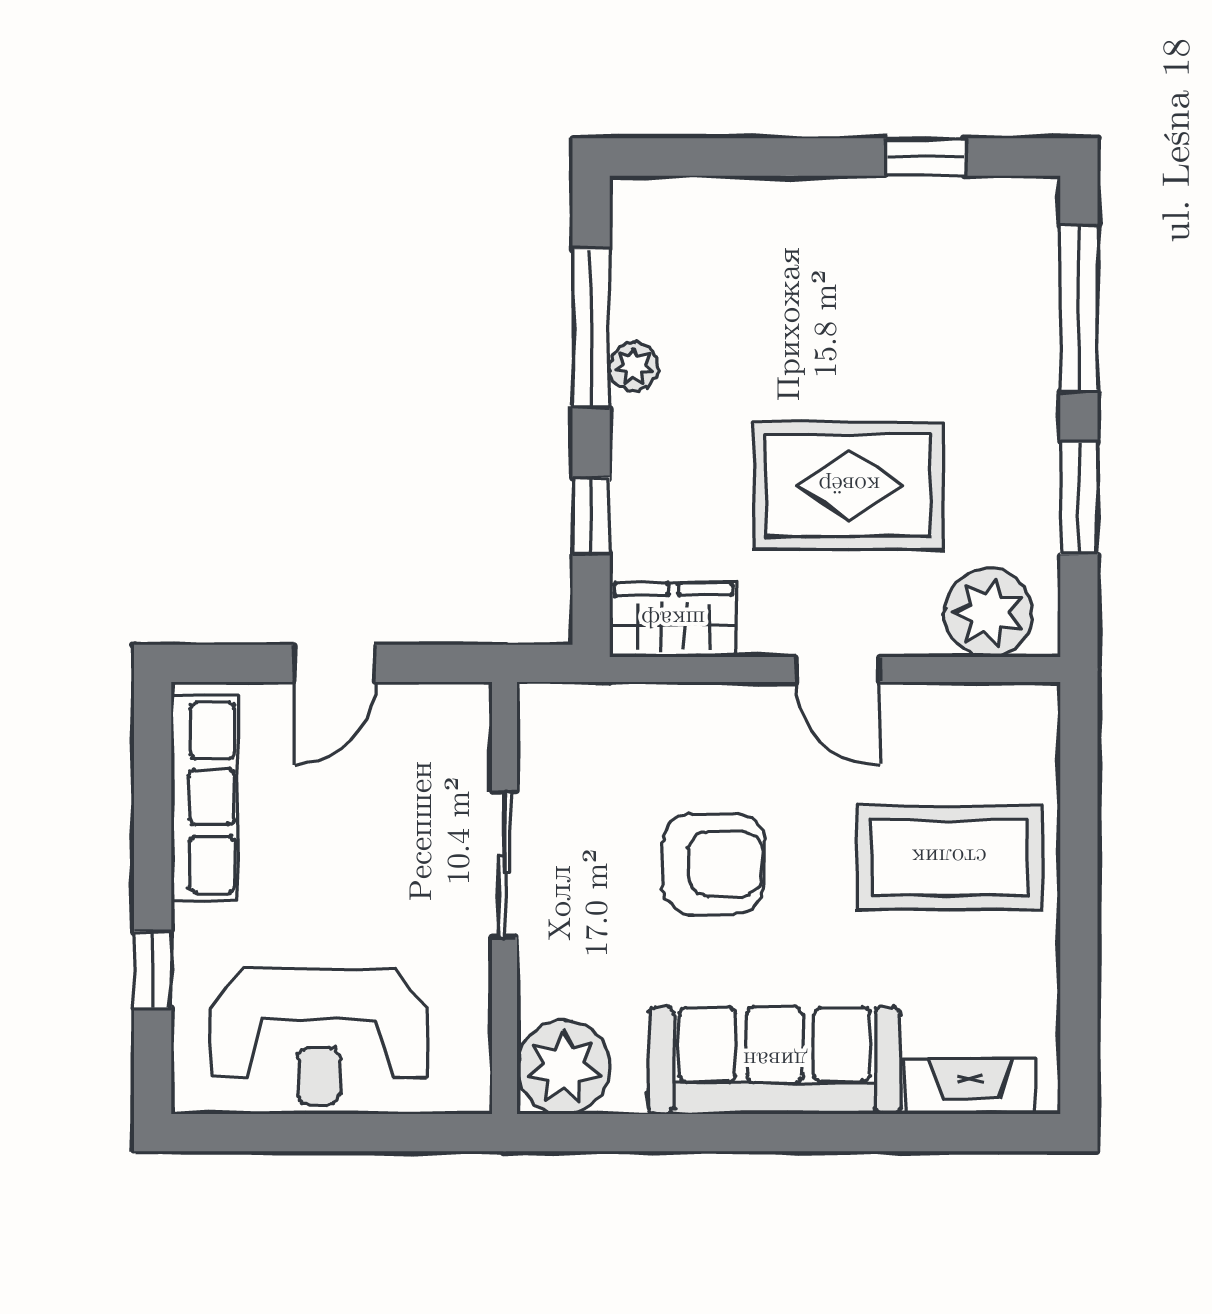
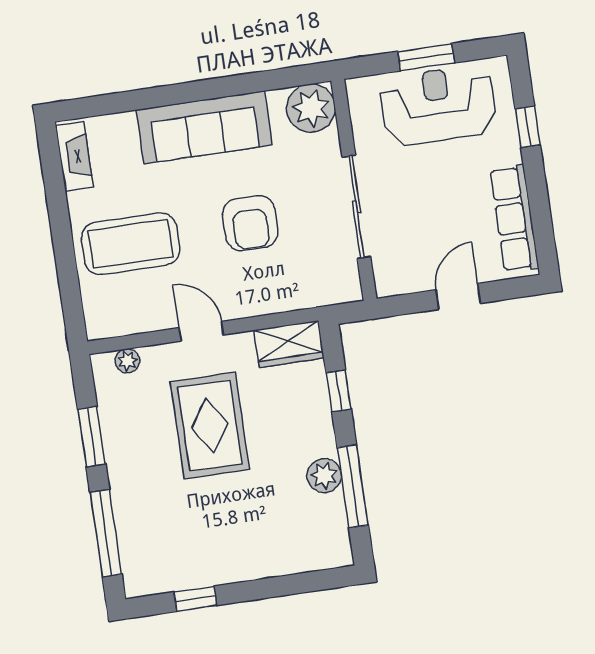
plant: (634, 366) -> (324, 476), width x1.38, depth x1.38
rug: (849, 486) -> (210, 426), turned 90
plant: (988, 613) -> (127, 361), width x0.53, depth x0.53
sliding door: (505, 864) -> (356, 207), width x1.37
armchair: (713, 864) -> (250, 223), turned -90
fireplace: (970, 1086) -> (74, 157), moved, turned -90
window: (328, 1133) -> (426, 57), added

